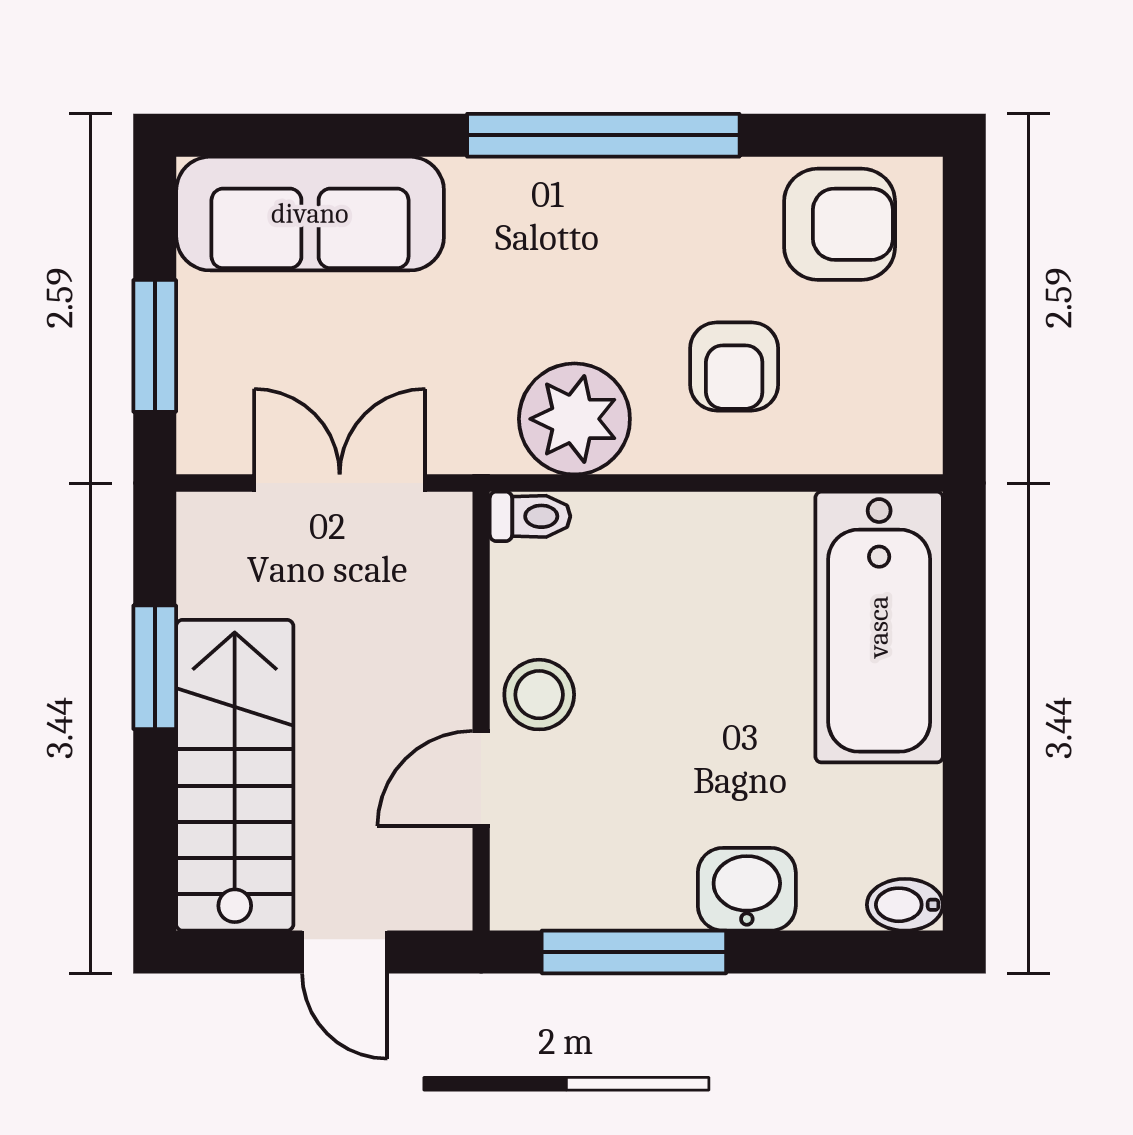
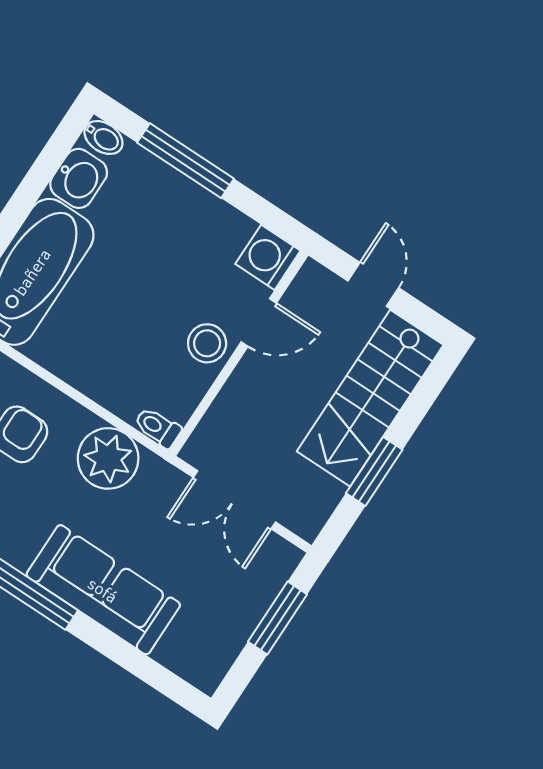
sofa: (310, 214) -> (103, 590), moved
washing machine: (533, 887) -> (268, 257), added
washbasin: (747, 889) -> (79, 178), moved, turned -90
window: (634, 952) -> (186, 161), moved

